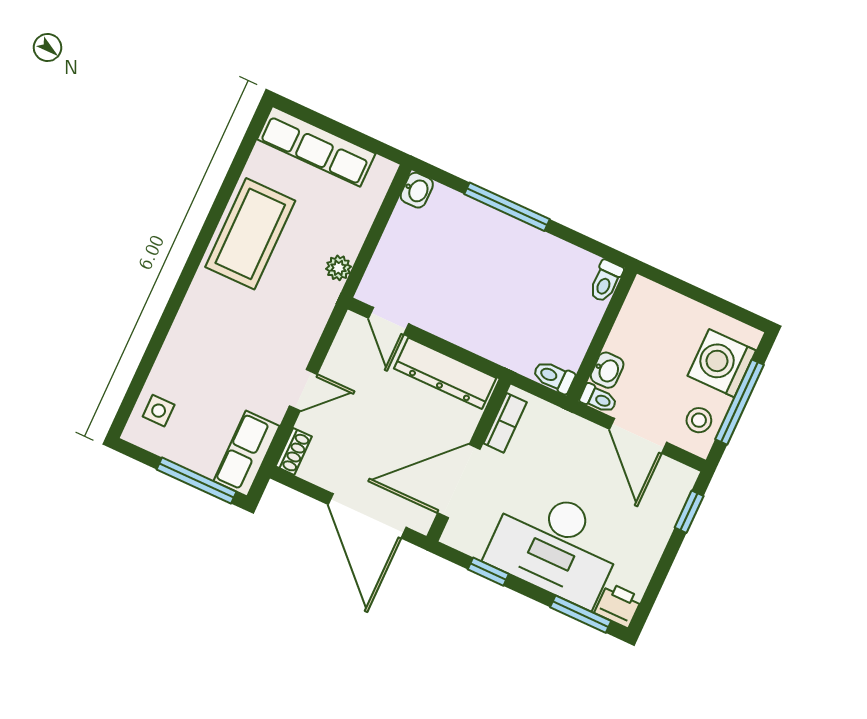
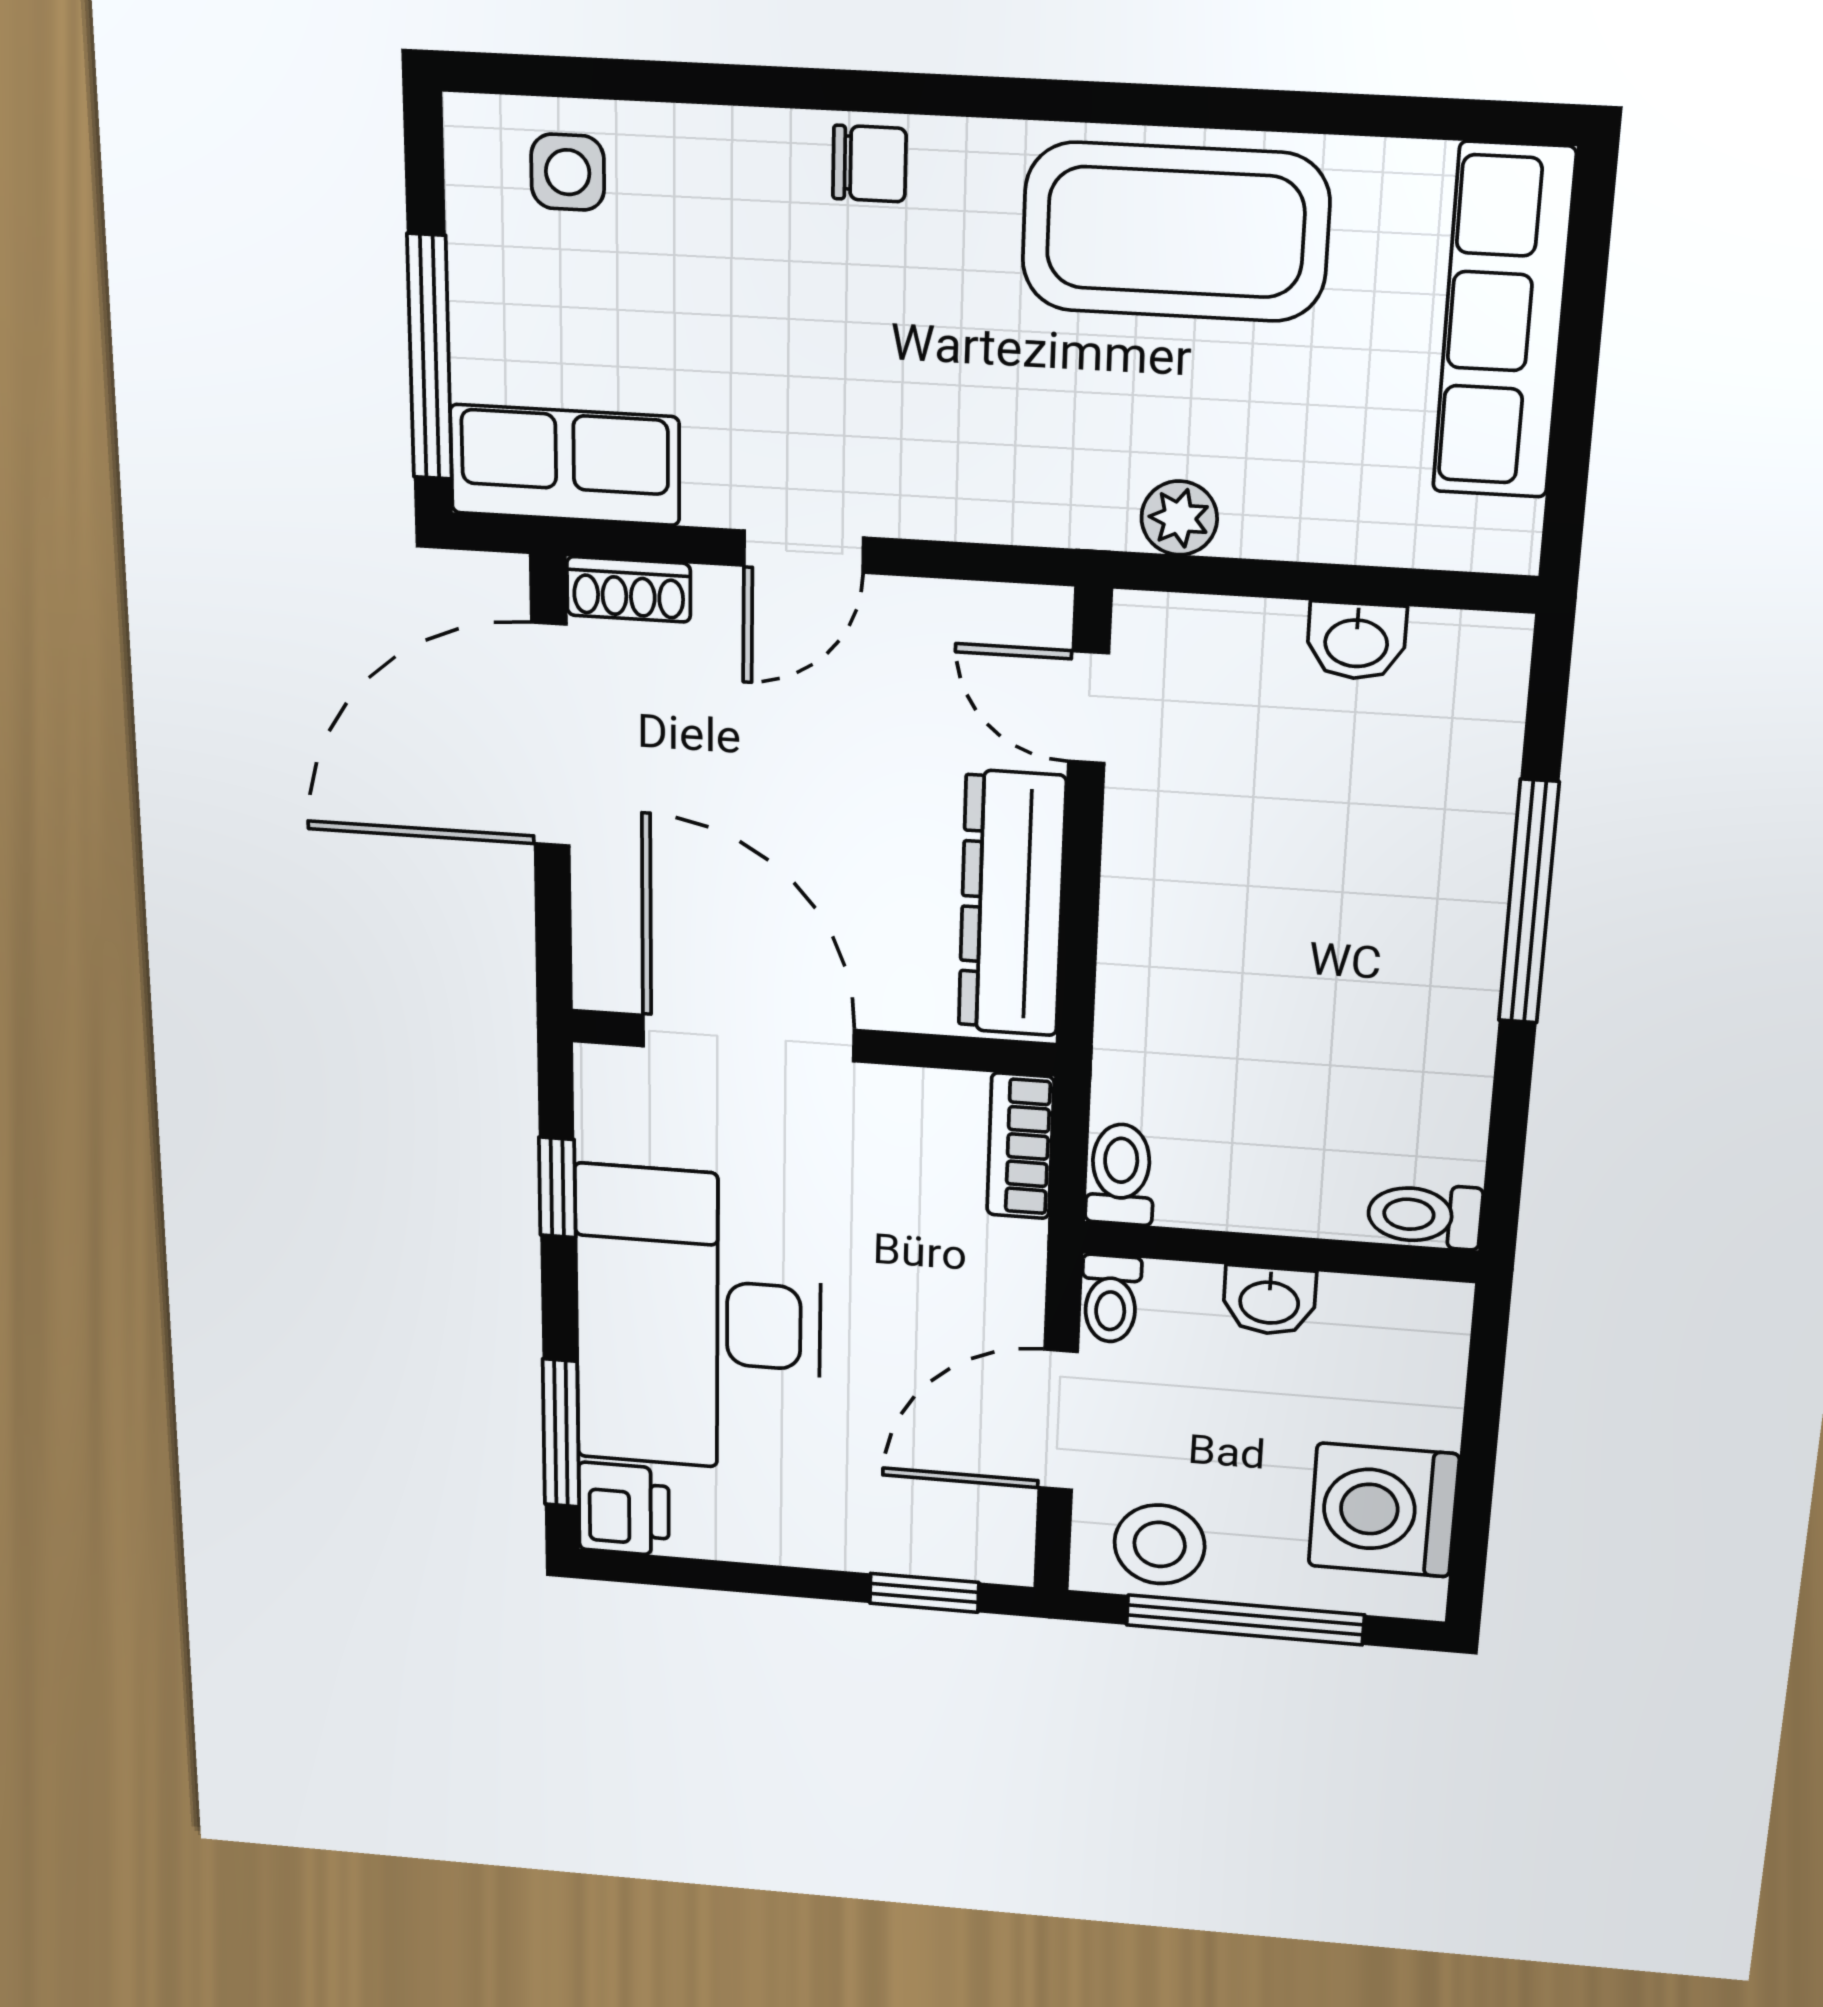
washbasin: (417, 190) -> (1356, 641), moved
chair: (193, 317) -> (869, 164), added
door: (389, 321) -> (1089, 707), hinge flipped
washing machine: (722, 363) -> (1383, 1510), moved, turned -90
washbasin: (607, 370) -> (1269, 1301), moved
door: (303, 390) -> (804, 552), hinge flipped
stool: (699, 420) -> (1160, 1544), width x1.37, depth x1.37
bookcase: (505, 423) -> (1020, 1146), moved, turned 90
door: (367, 516) -> (550, 735), moved

